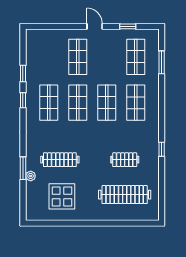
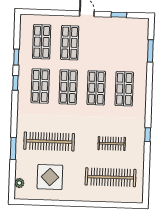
shop shelf: (136, 57) -> (42, 42), moved
clothes rail: (60, 160) -> (49, 141), width x1.37, depth x1.31
plant: (31, 176) -> (19, 183), moved

